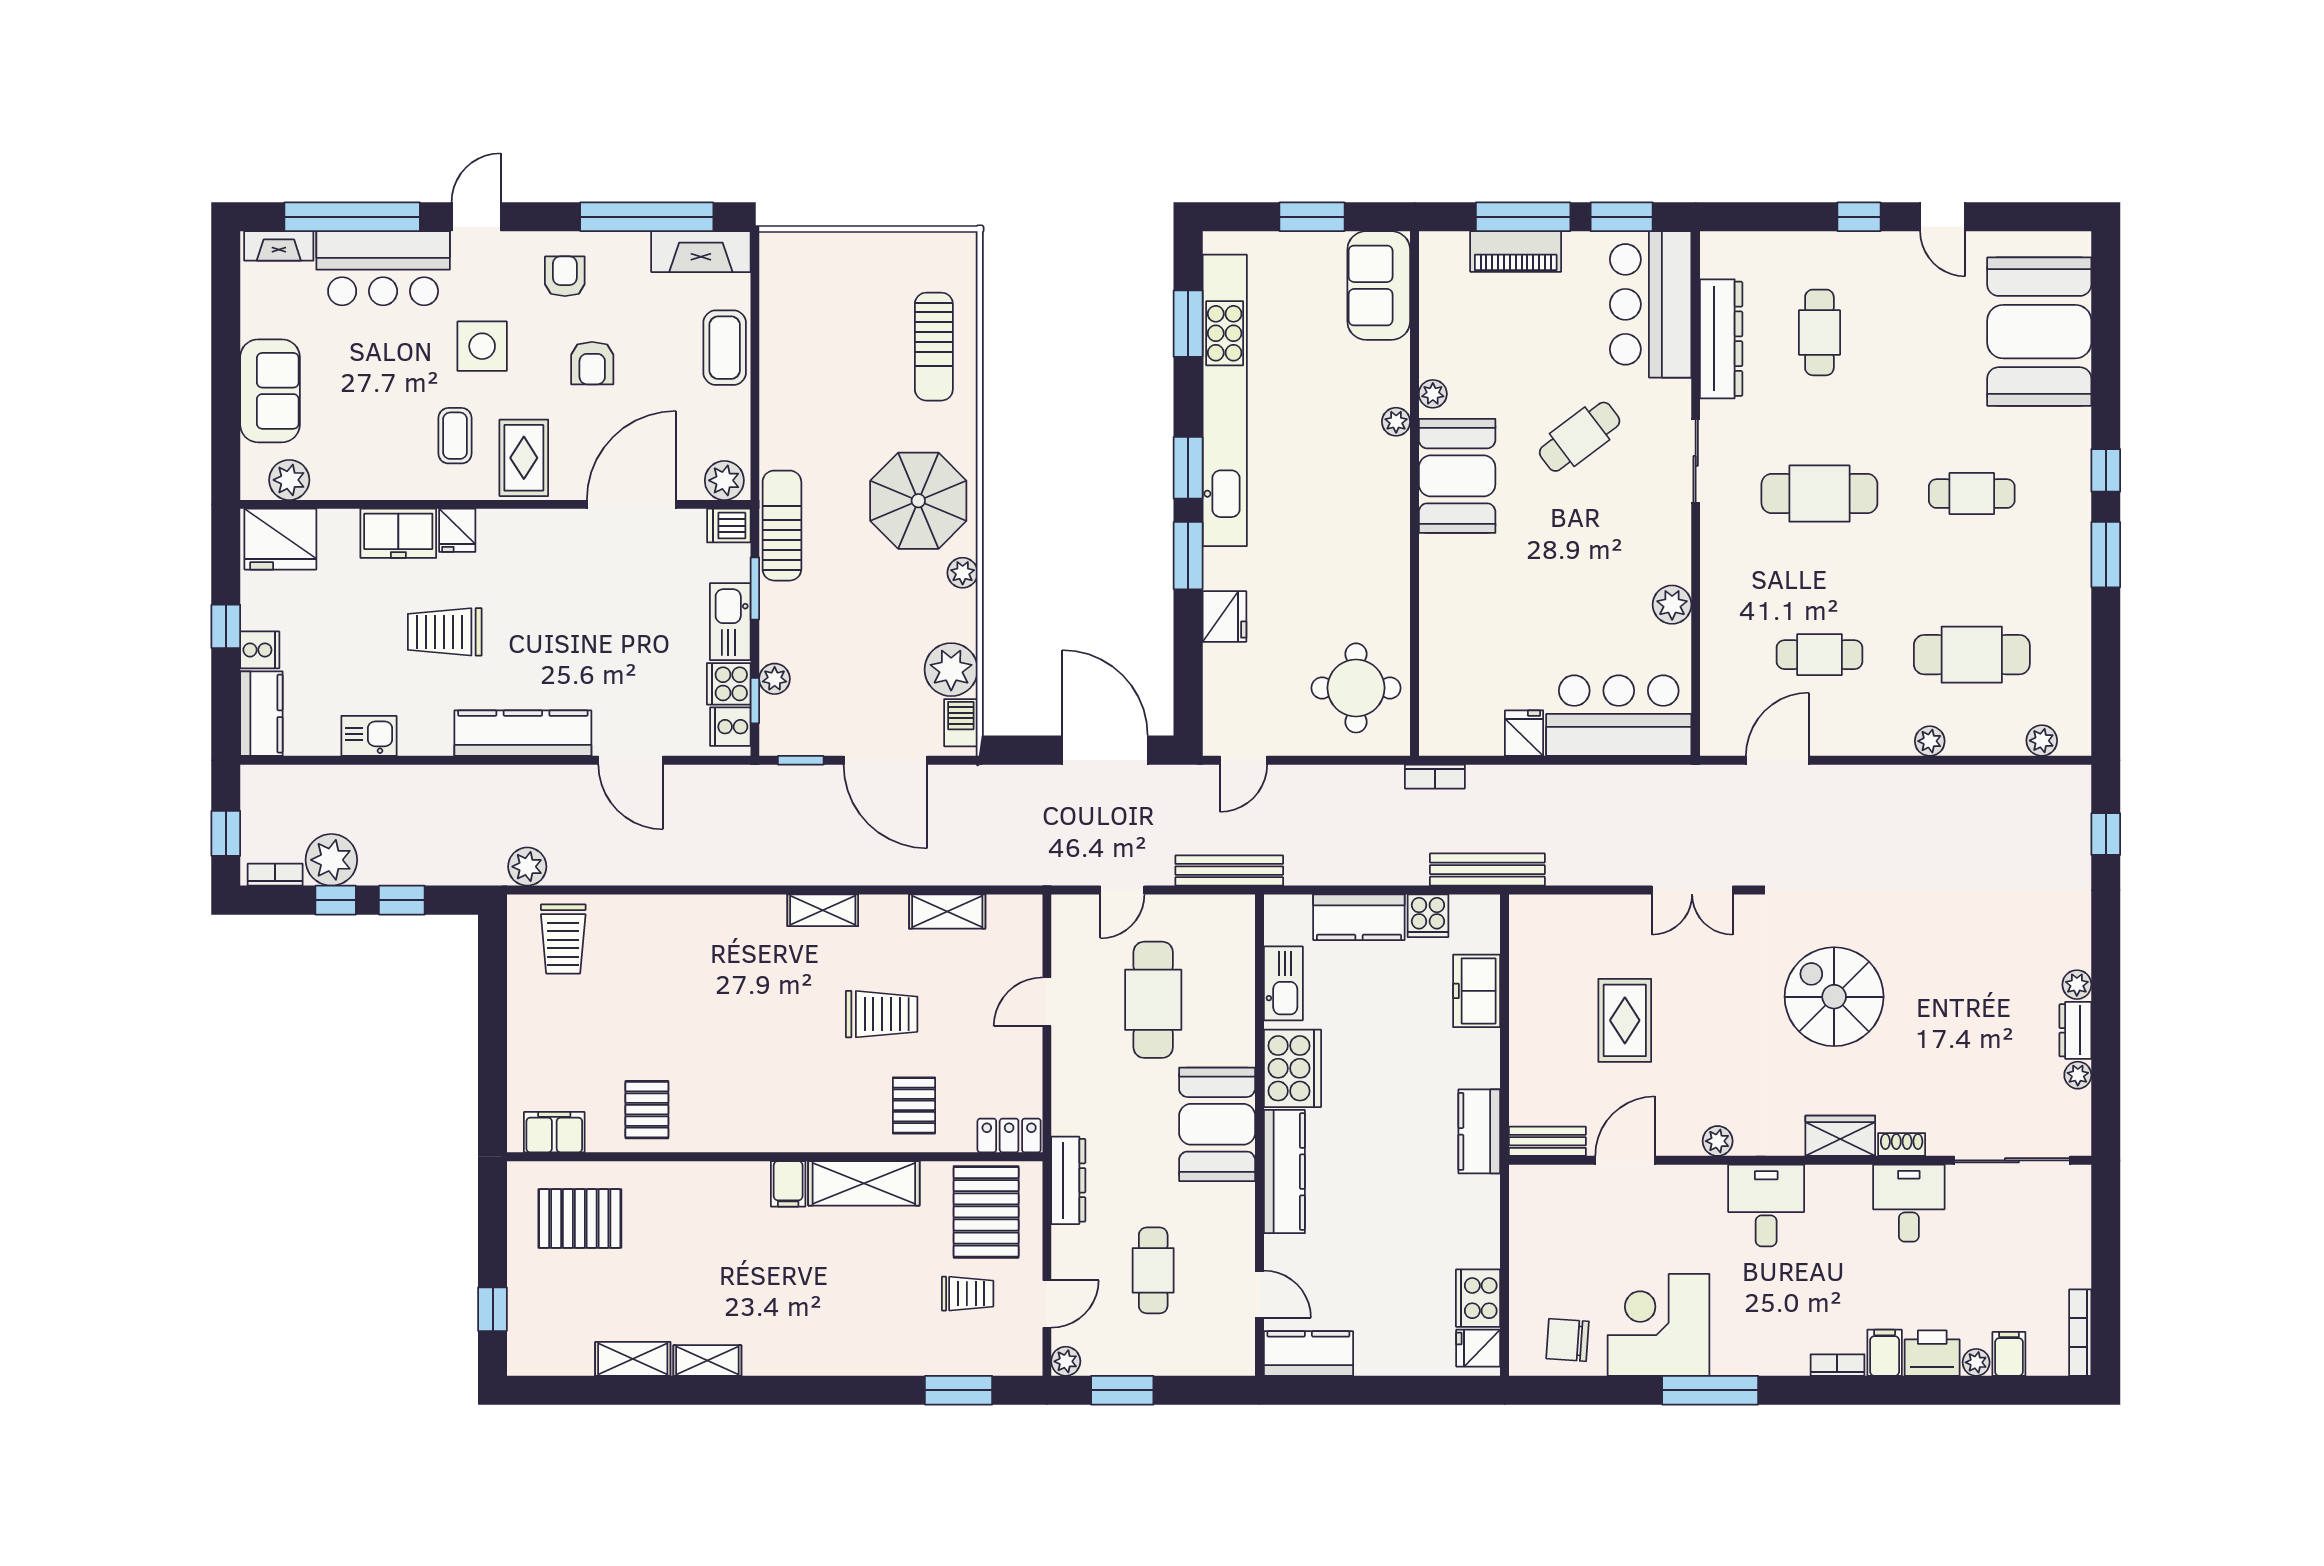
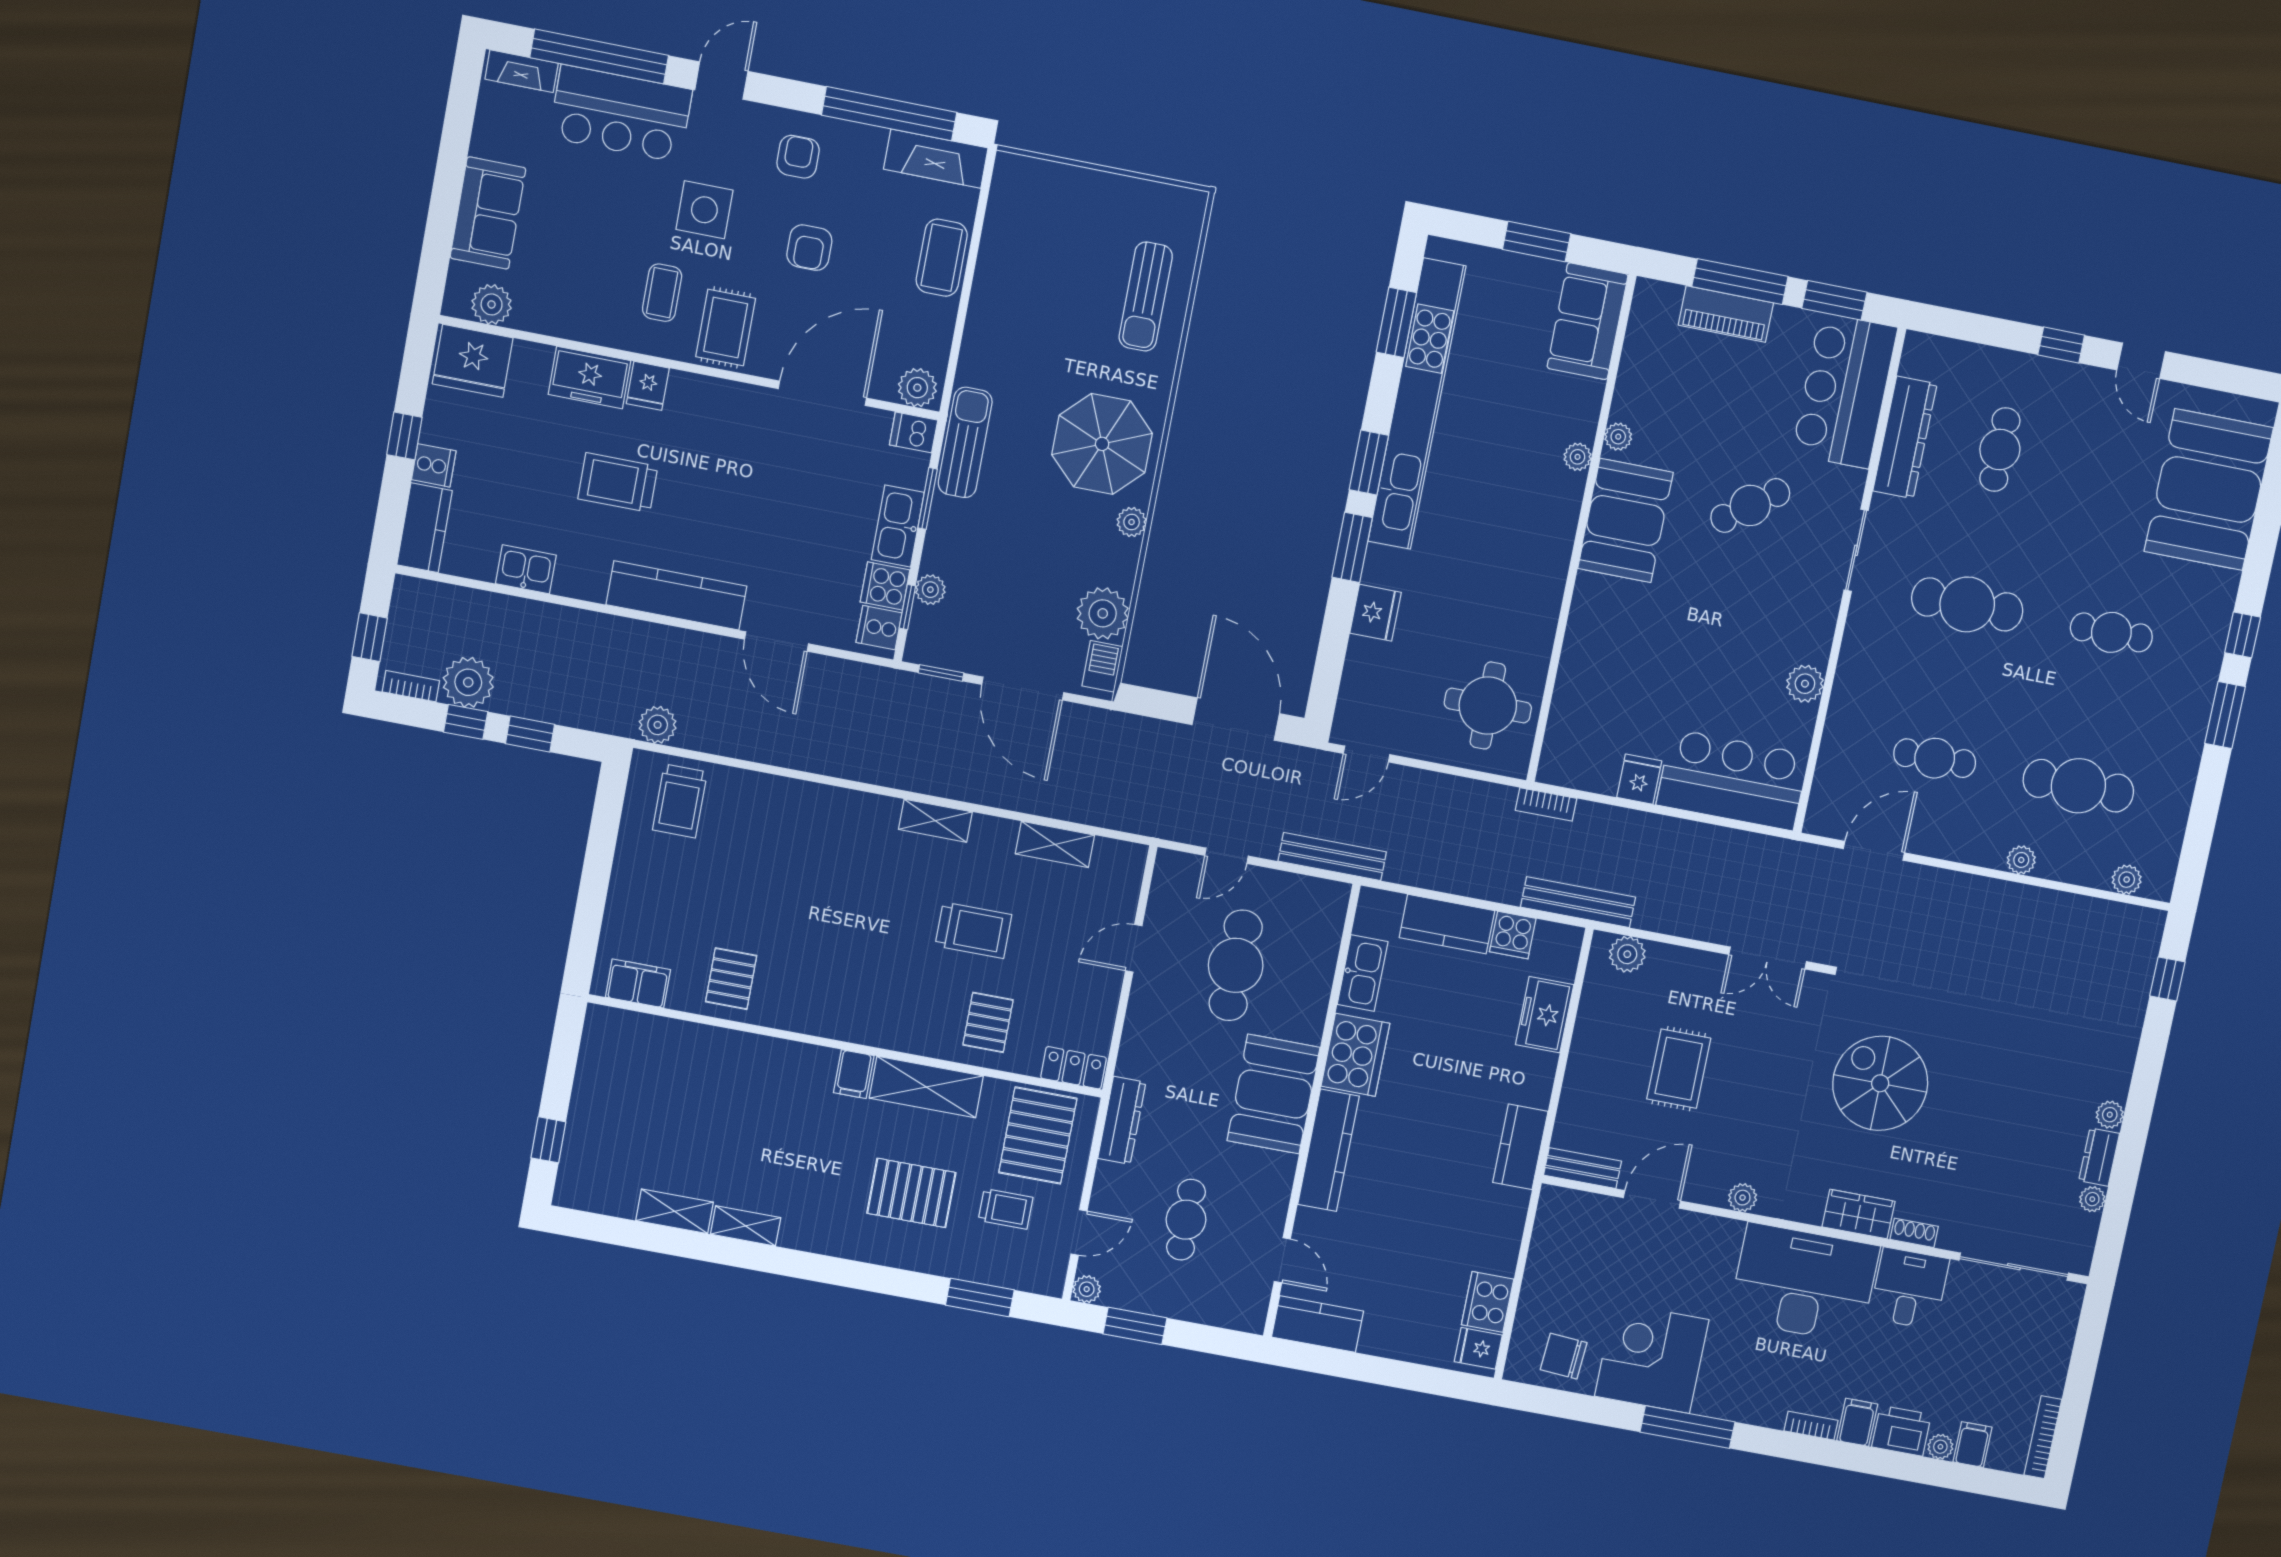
plant: (1548, 913) -> (1627, 954), added
desk: (1766, 1206) -> (1804, 1283), width x1.87, depth x1.30
pallet: (580, 1218) -> (911, 1193), moved

